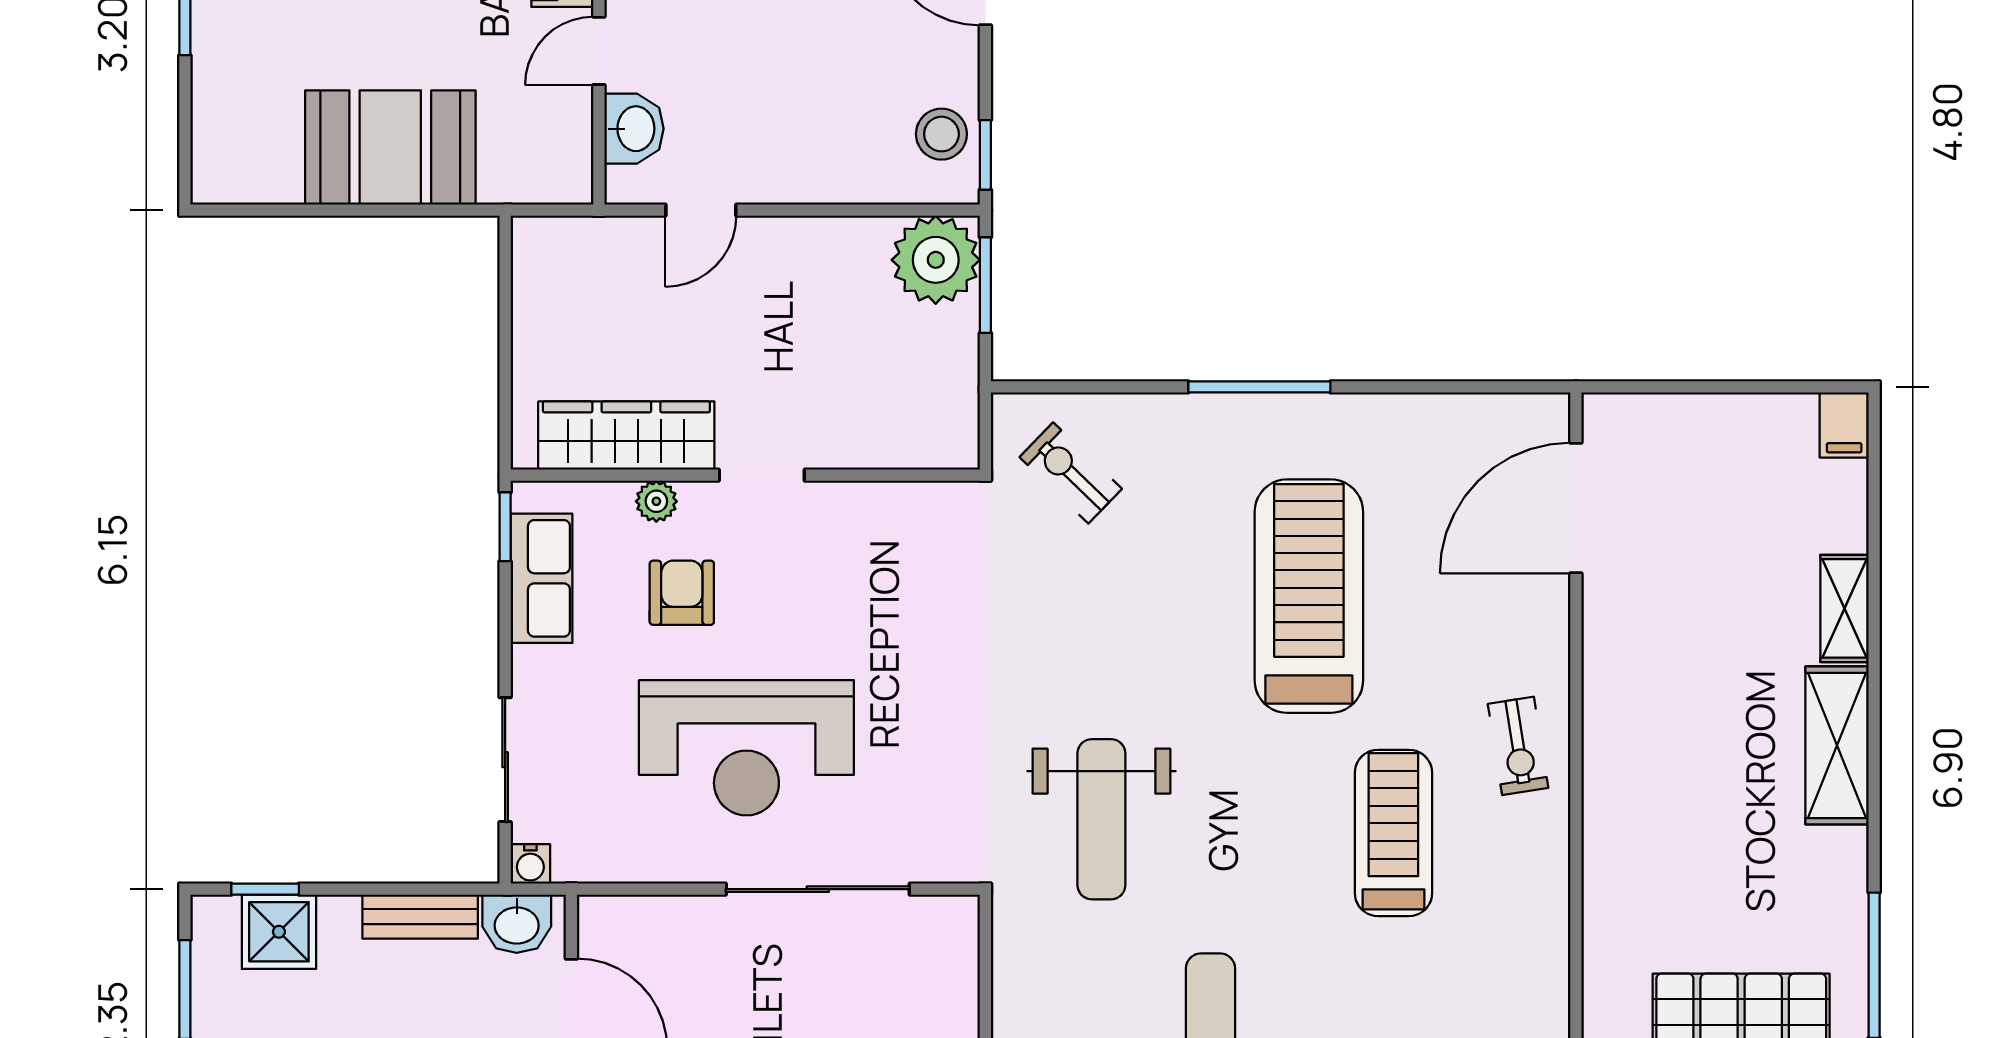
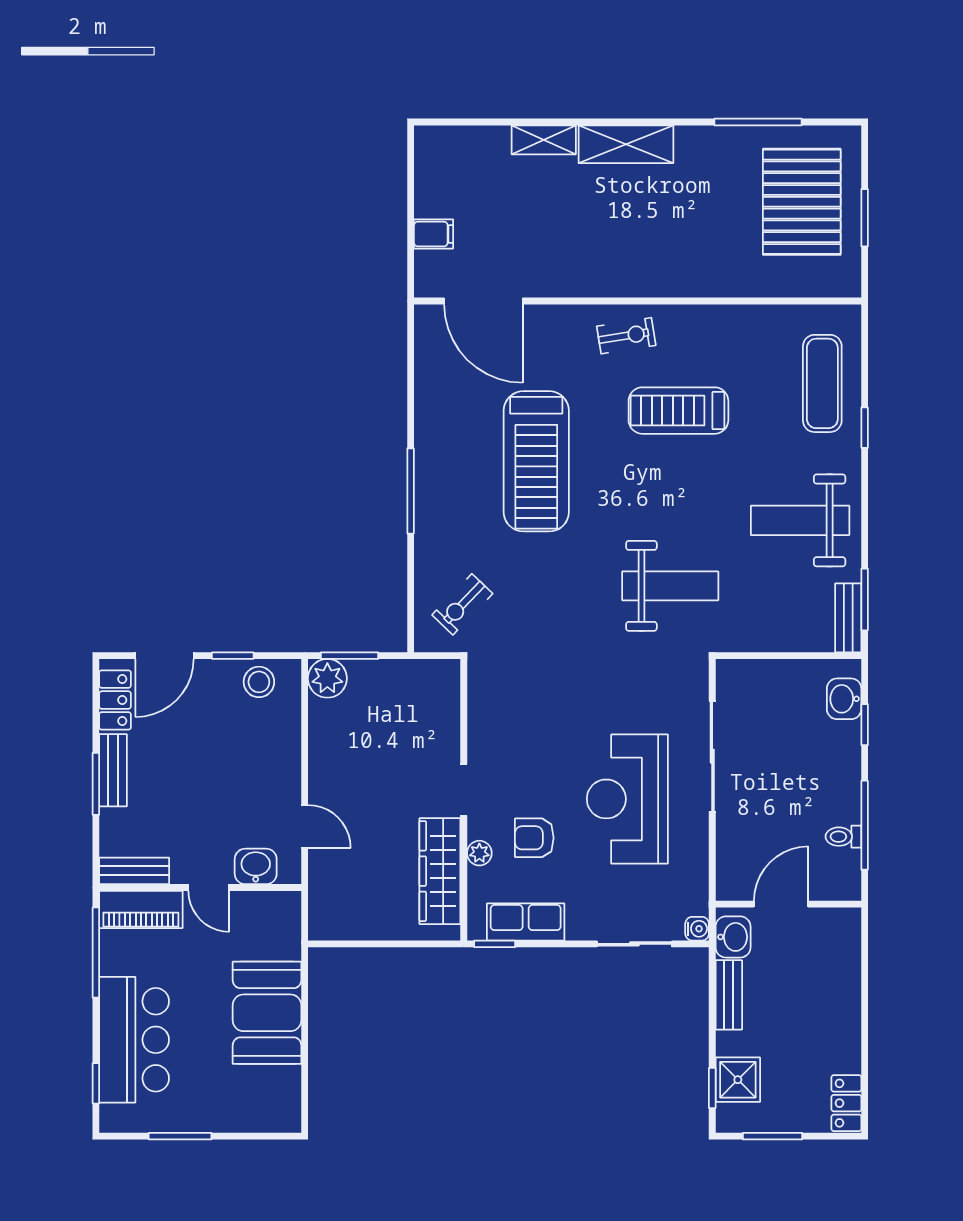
window: (985, 155) -> (233, 656), moved
plant: (936, 260) -> (327, 678), width x0.73, depth x0.73
filing cabinet: (1844, 425) -> (434, 234), moved
treadmill: (1309, 596) -> (536, 461), turned -90
reception desk: (746, 748) -> (627, 799), turned 180

